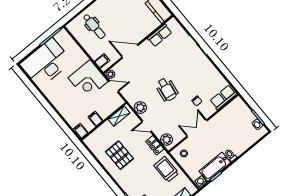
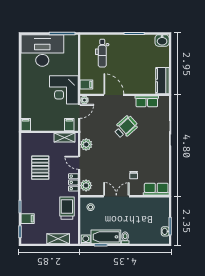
door: (114, 86) -> (79, 111), hinge flipped
wheelchair: (167, 89) -> (126, 127), moved, turned -141
filing cabinet: (95, 119) -> (69, 125), moved

